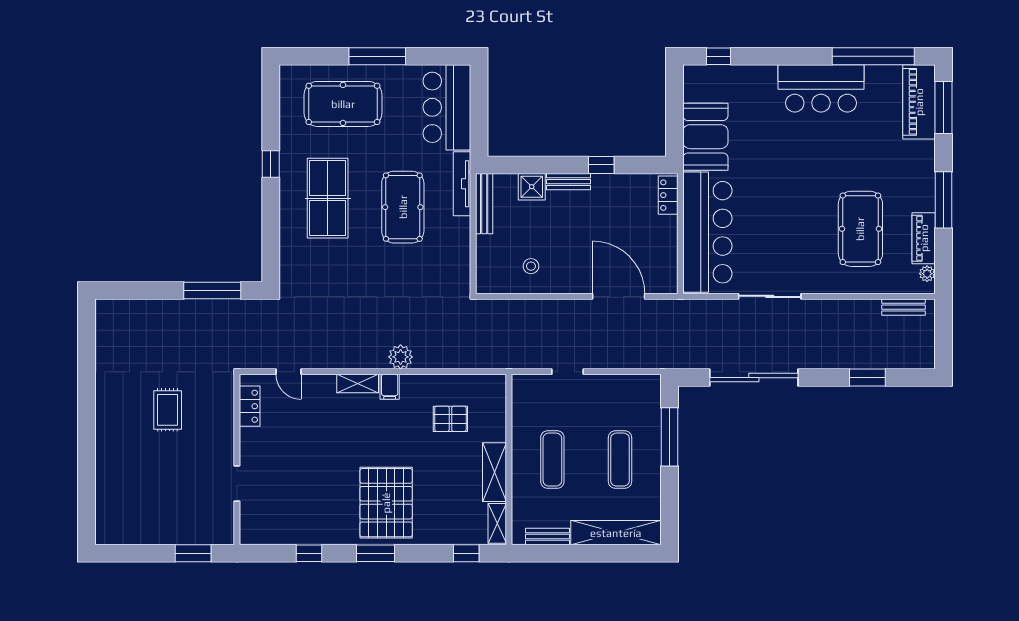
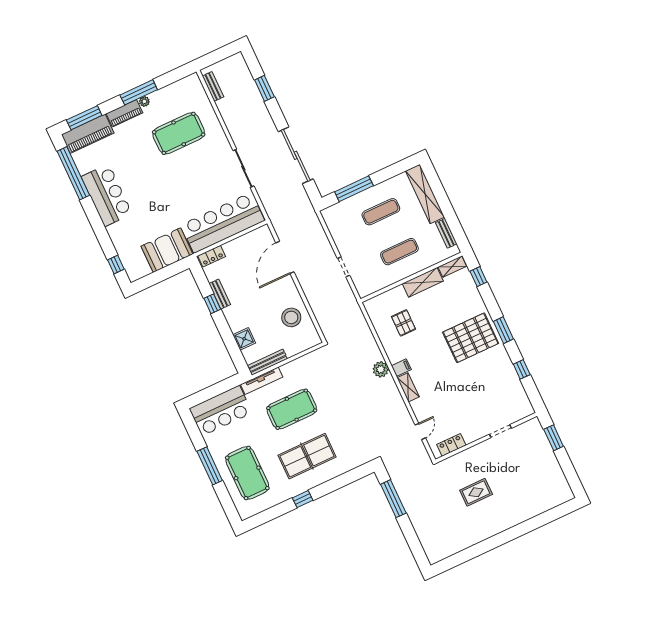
bench: (569, 182) -> (220, 294), moved
piano: (924, 238) -> (124, 113), moved
stool: (531, 266) -> (291, 317), width x1.89, depth x1.89
plant: (927, 274) -> (144, 101), moved

